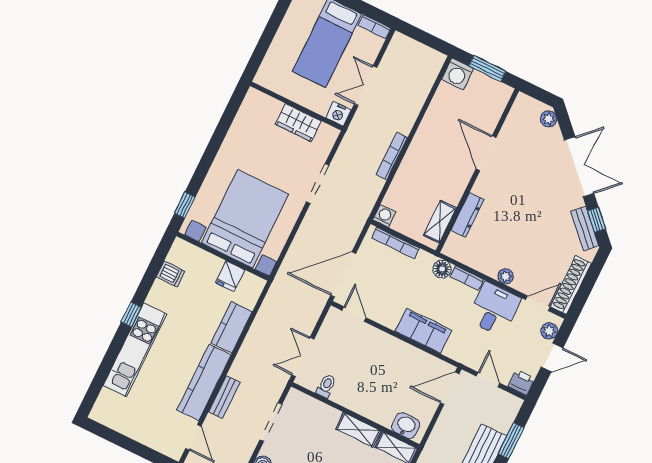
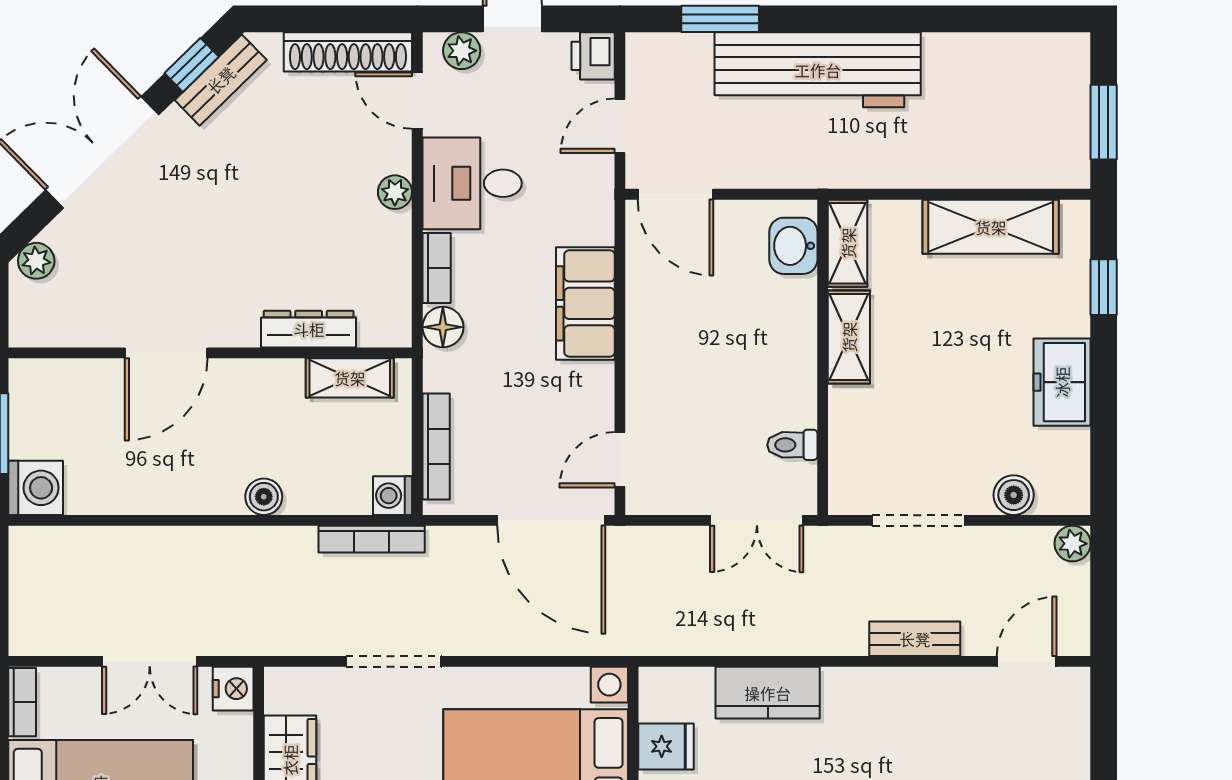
bookcase: (392, 156) -> (372, 539), moved
boiler: (409, 164) -> (264, 497), added
kitchen counter: (204, 382) -> (905, 694), removed

